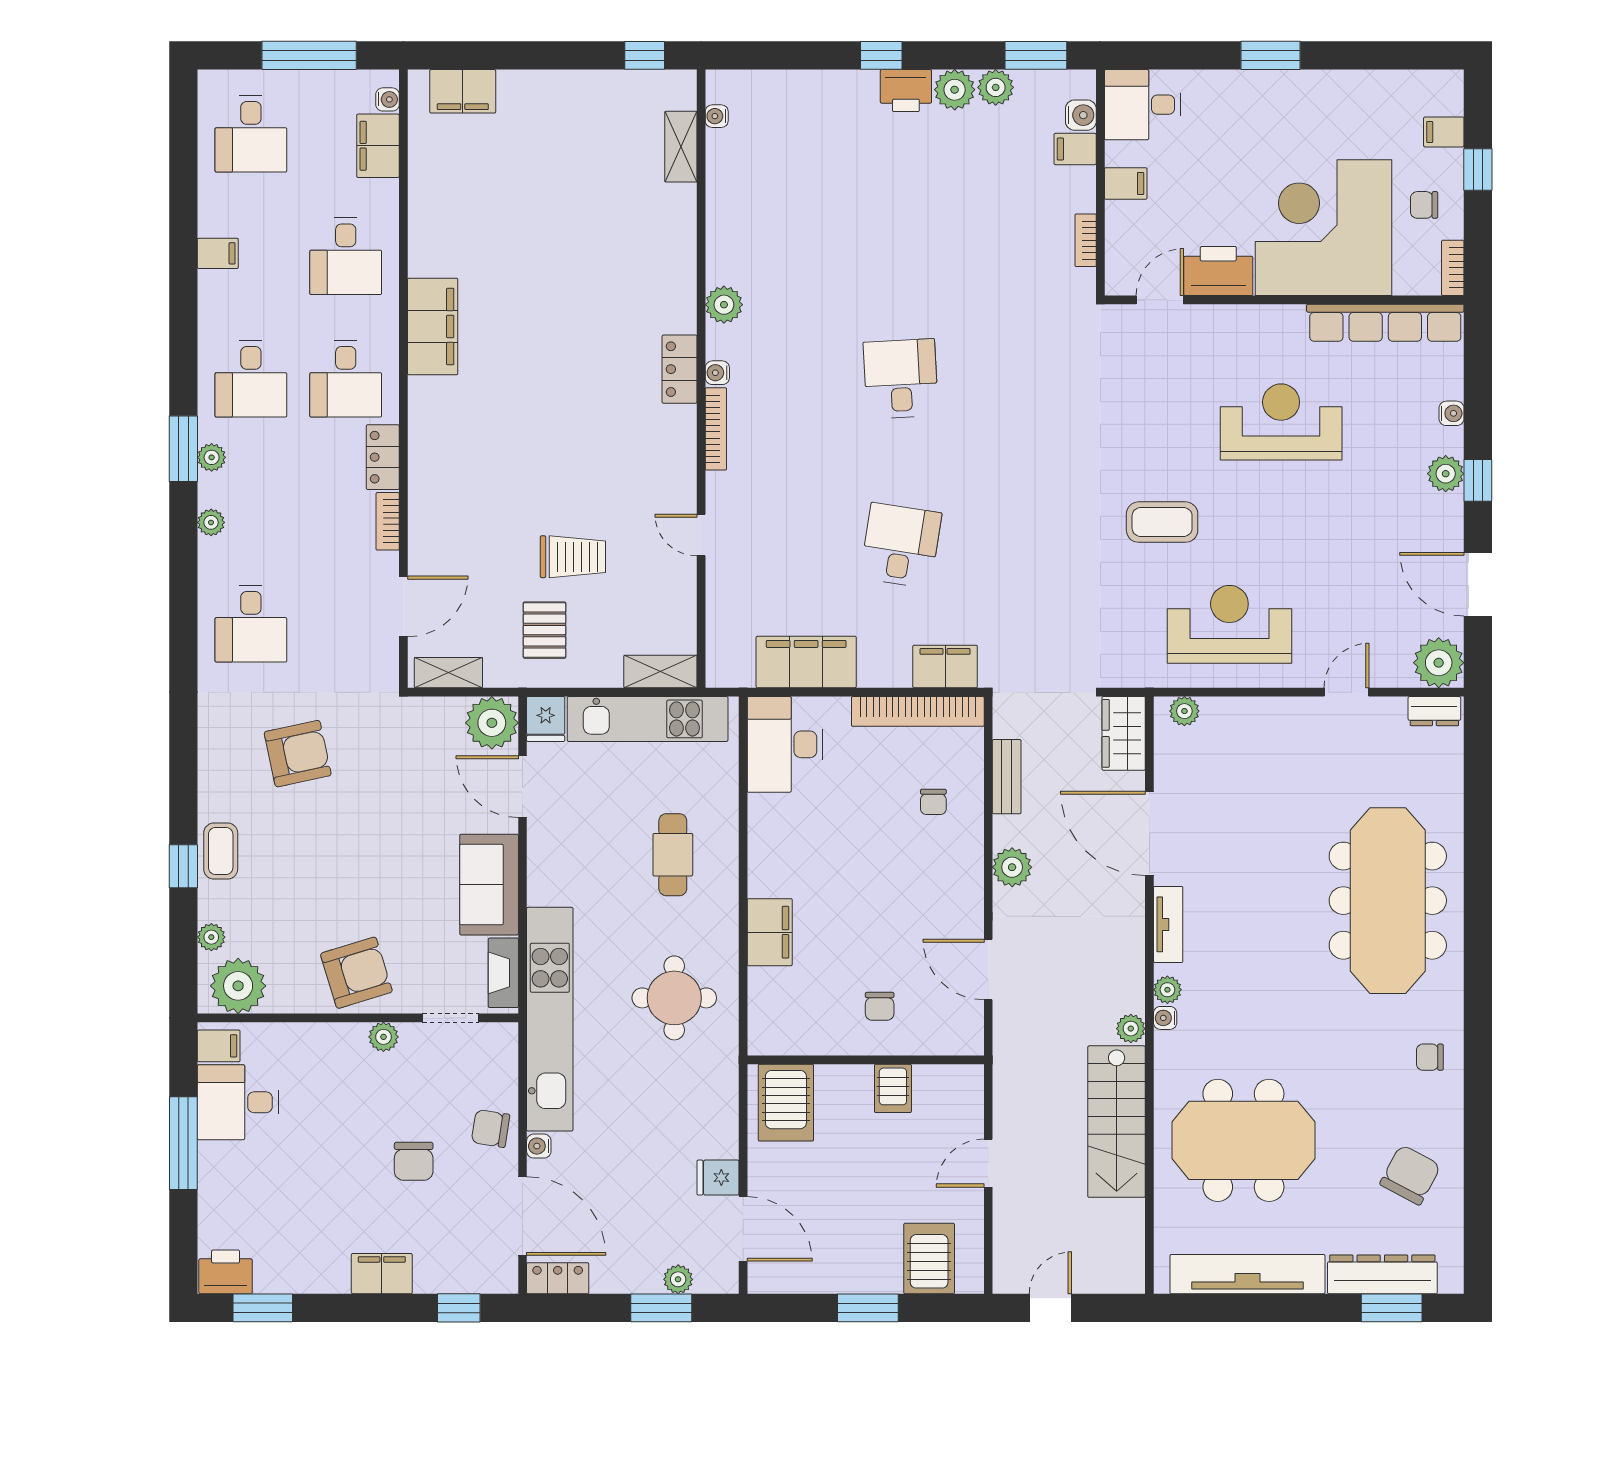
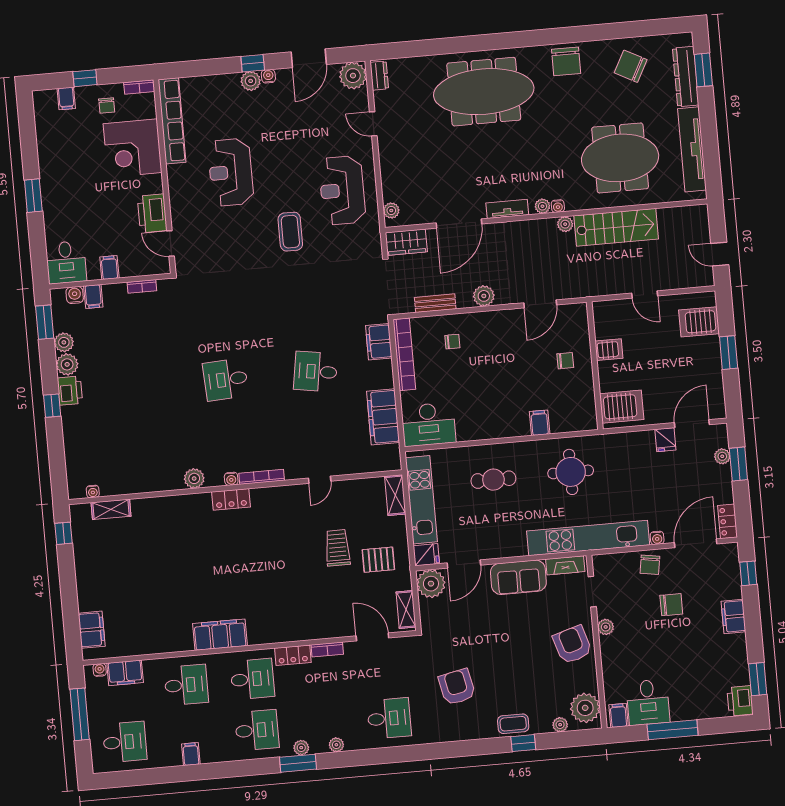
corner desk: (1324, 228) -> (133, 148), width x0.74, depth x0.74
water cooler: (1451, 413) -> (268, 76), moved
filing cabinet: (770, 932) -> (540, 423), width x0.50
chair: (1430, 1057) -> (566, 61), width x1.87, depth x1.87
meeting table: (1243, 1140) -> (620, 158), turned 90

